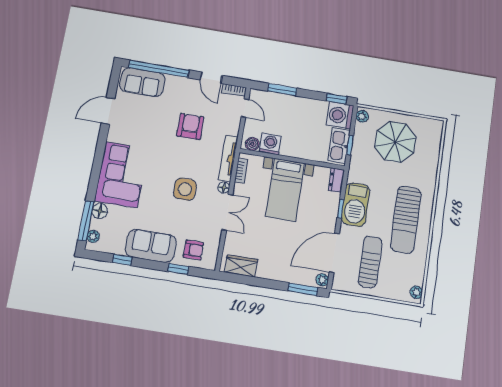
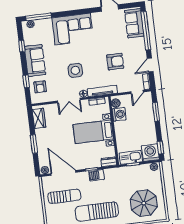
parasol: (395, 142) -> (144, 203), moved
barbecue: (356, 205) -> (97, 175), width x0.53, depth x0.65
floor lamp: (100, 211) -> (47, 23), removed
window: (303, 289) -> (34, 144), moved

